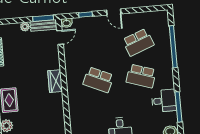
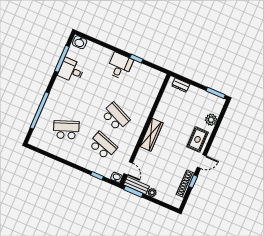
door: (114, 12) -> (73, 165), removed
door: (60, 37) -> (128, 168), swing flipped
school desk: (141, 76) -> (103, 146), moved
wardrobe: (55, 81) -> (152, 135), width x1.50

